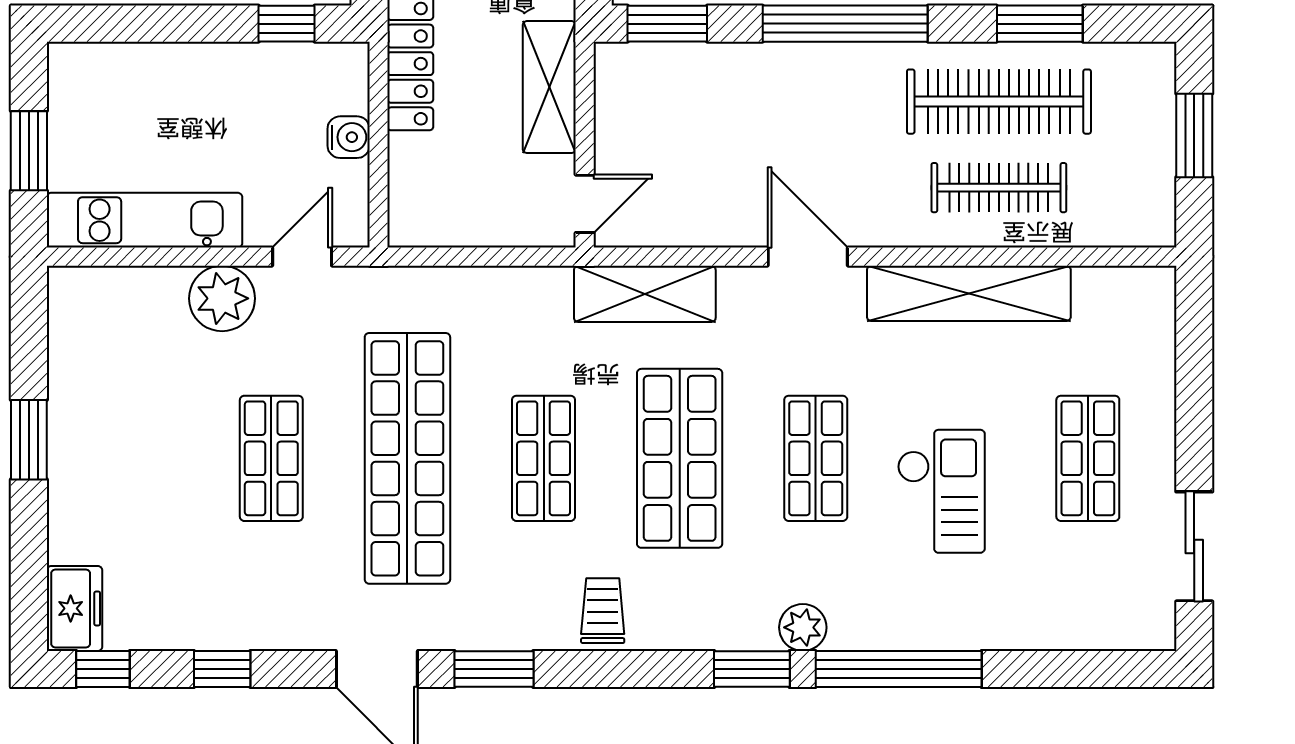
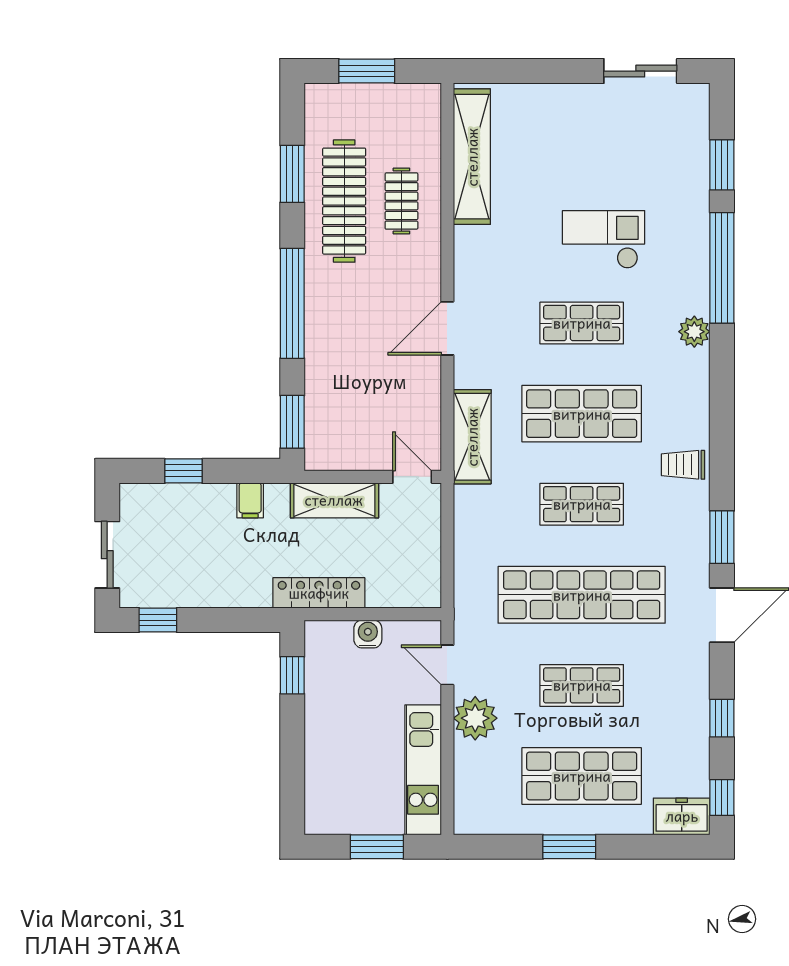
clothes rail: (999, 188) -> (401, 201), width x0.73
shelving: (969, 293) -> (472, 157), moved
shop shelf: (1088, 458) -> (582, 776), moved, width x1.43, depth x1.36
window: (752, 669) -> (722, 165), moved

